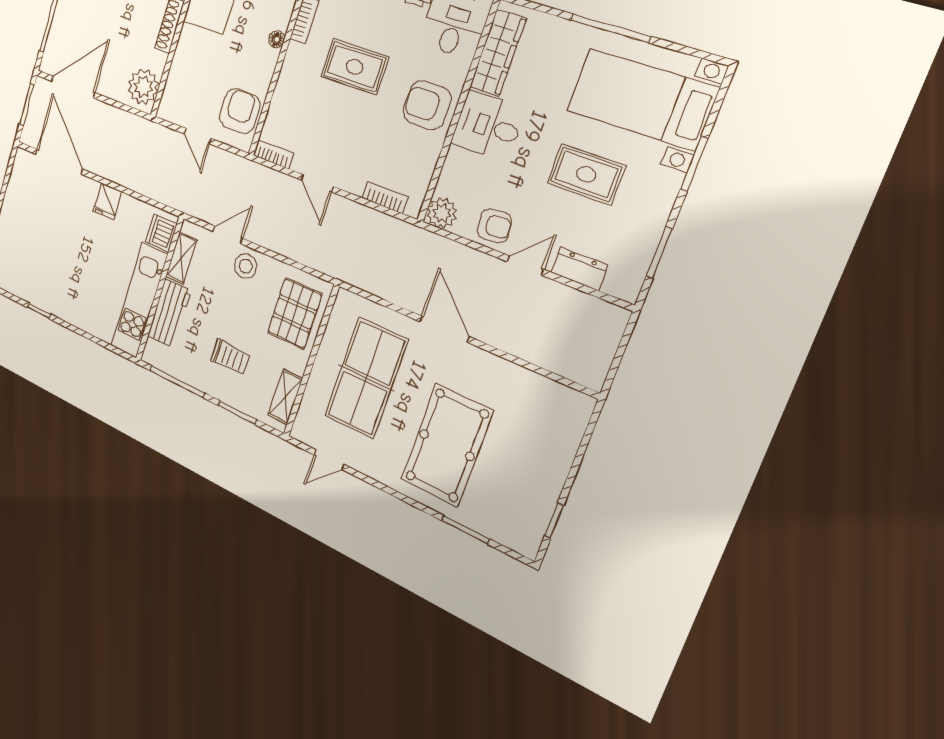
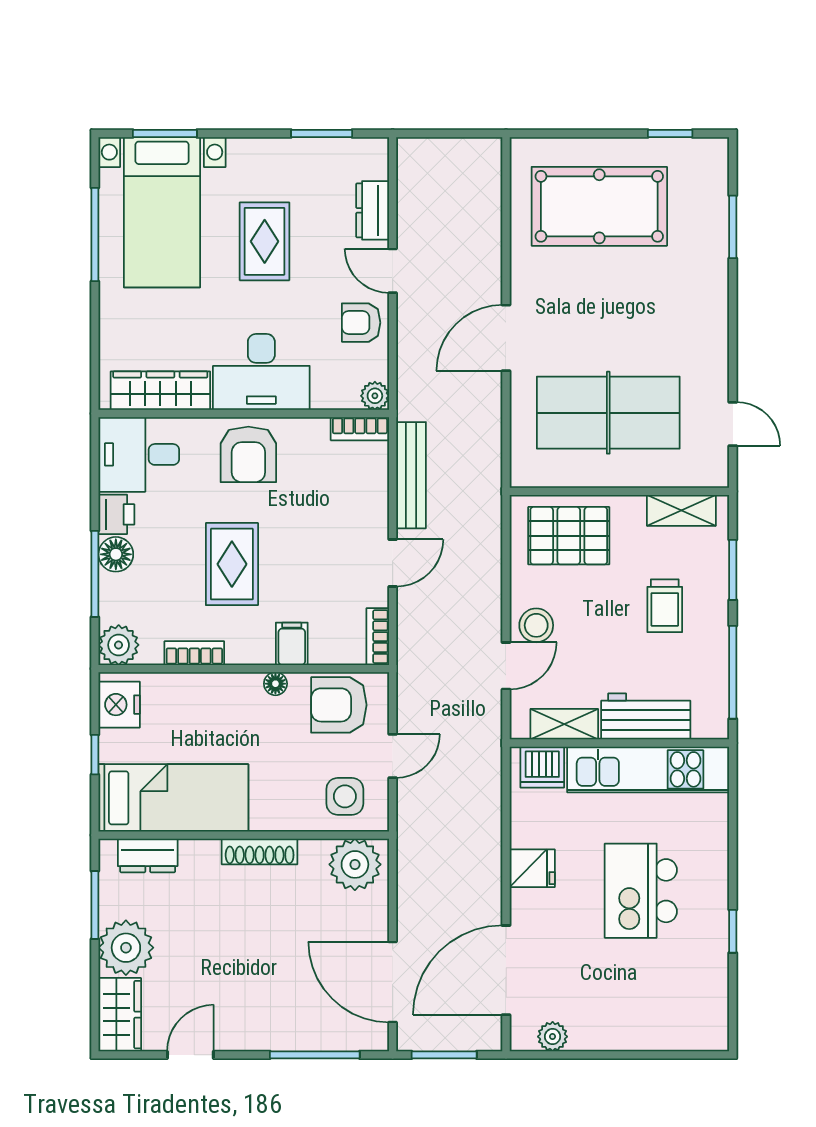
window: (610, 28) -> (95, 235), moved
floor lamp: (277, 39) -> (275, 684), moved
filing cabinet: (288, 92) -> (292, 644), added
side table: (184, 95) -> (345, 796), added
desk: (488, 126) -> (261, 372), width x1.37
window: (694, 164) -> (165, 134), moved
plant: (18, 176) -> (553, 1037), added
bookcase: (385, 197) -> (360, 429), moved, turned -90
plant: (442, 213) -> (375, 396), width x0.73, depth x0.73
bench: (372, 220) -> (411, 475), added
armchair: (494, 226) -> (361, 323), turned -84
door: (228, 235) -> (506, 666), swing flipped
kitchen island: (76, 265) -> (641, 891), added
trolley: (230, 357) -> (665, 606), turned 180
pool table: (447, 445) -> (599, 206), moved

